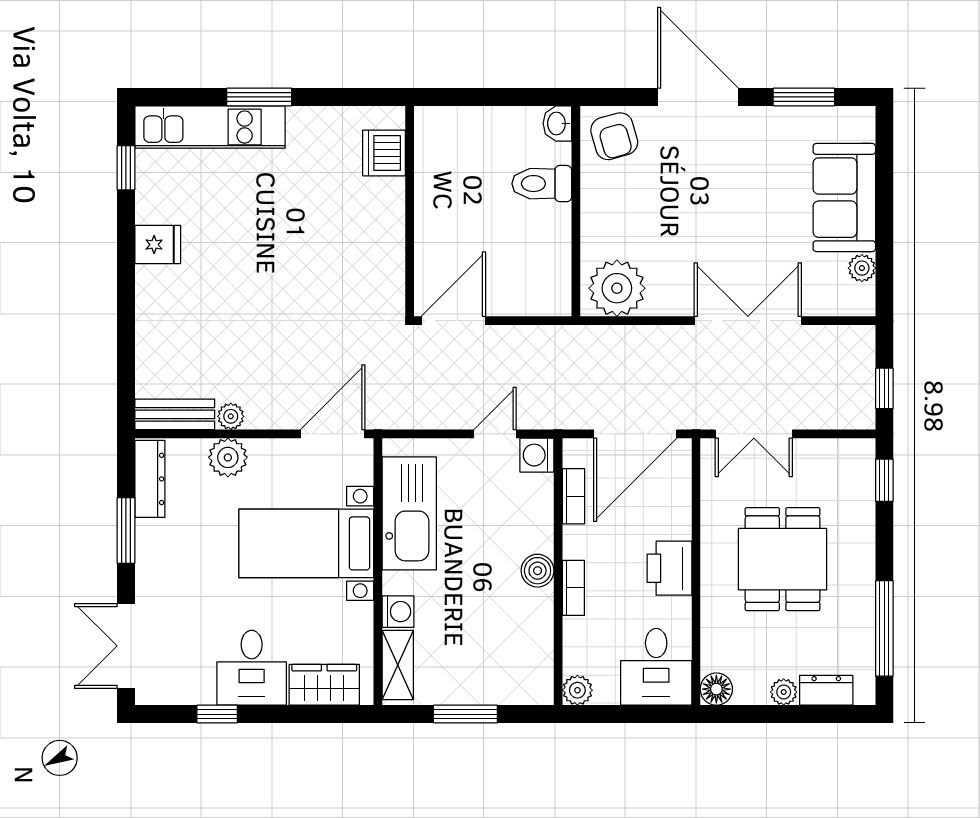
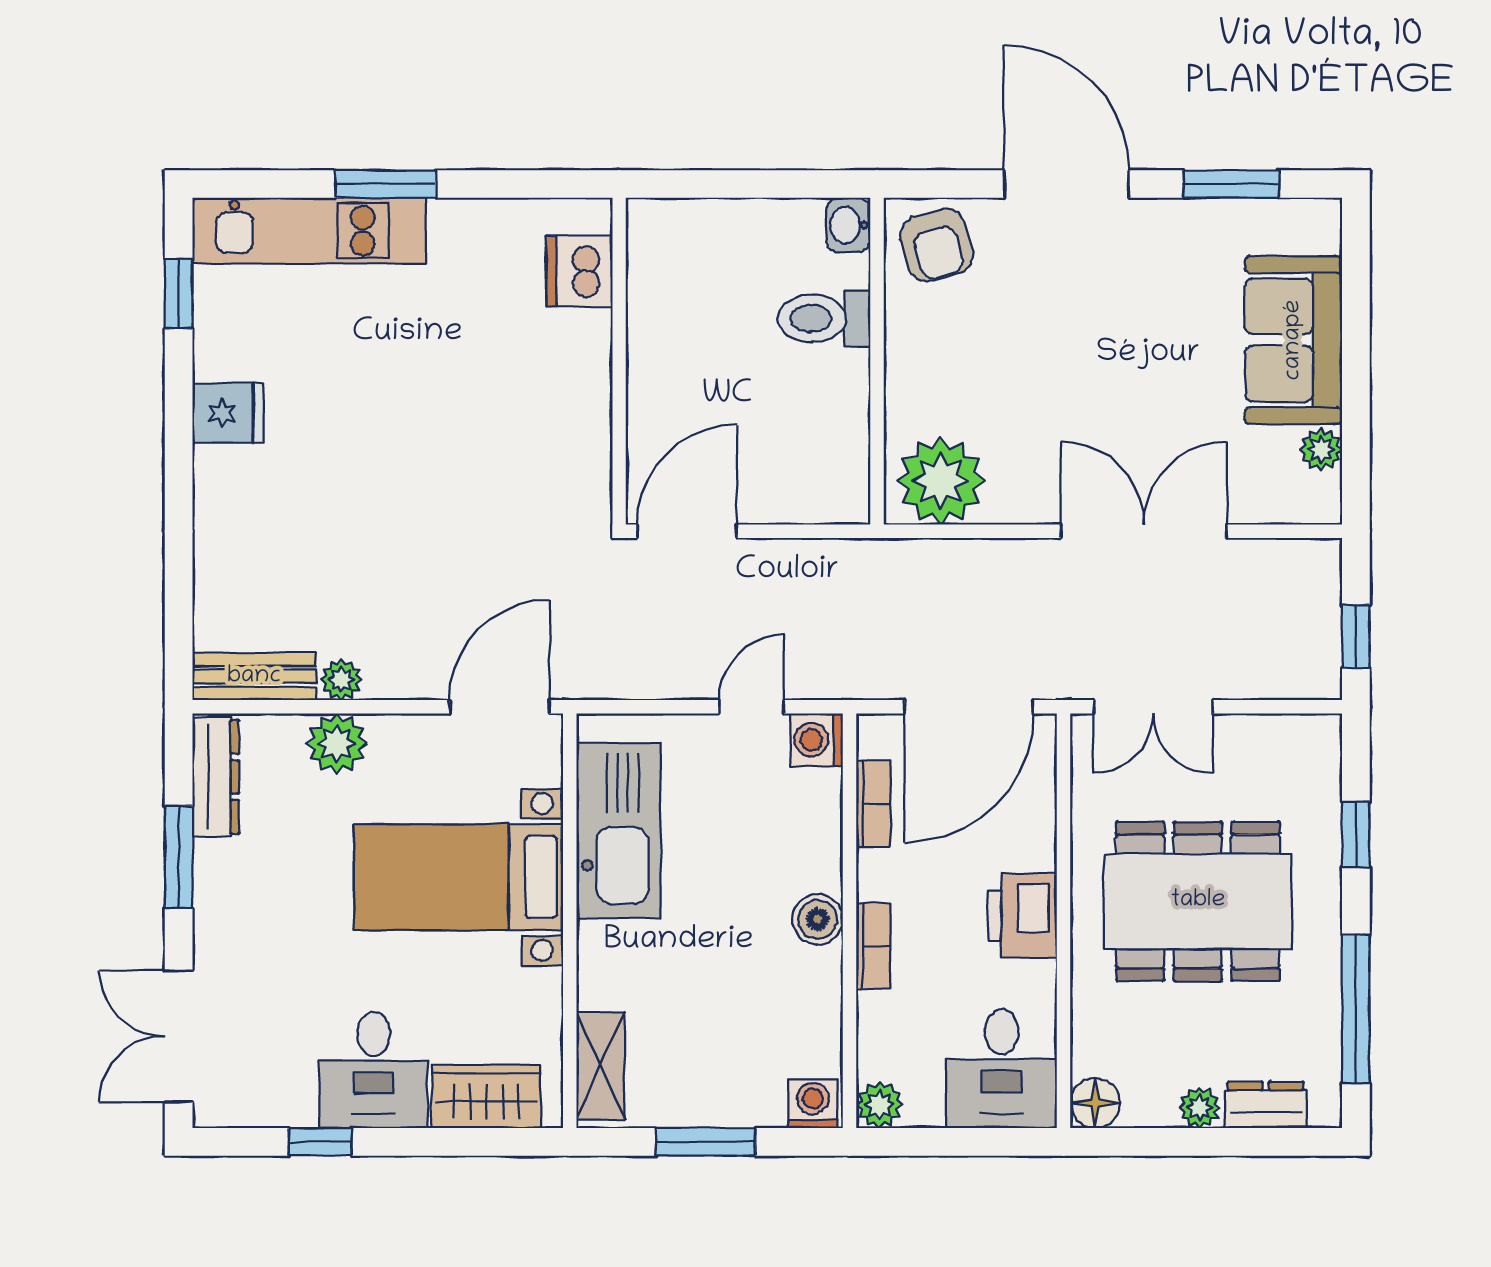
window: (884, 480) -> (1356, 835), moved
dining table: (783, 559) -> (1198, 901), width x1.38
washing machine: (398, 612) -> (813, 1104), moved, turned -90

